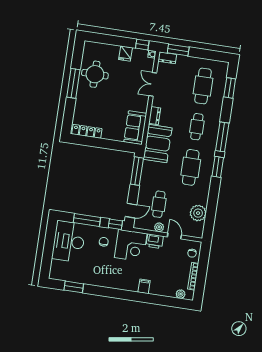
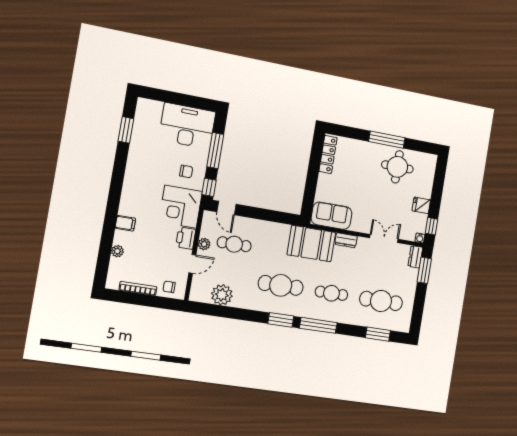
window: (137, 171) -> (277, 217), removed
plant: (181, 294) -> (117, 251), moved

